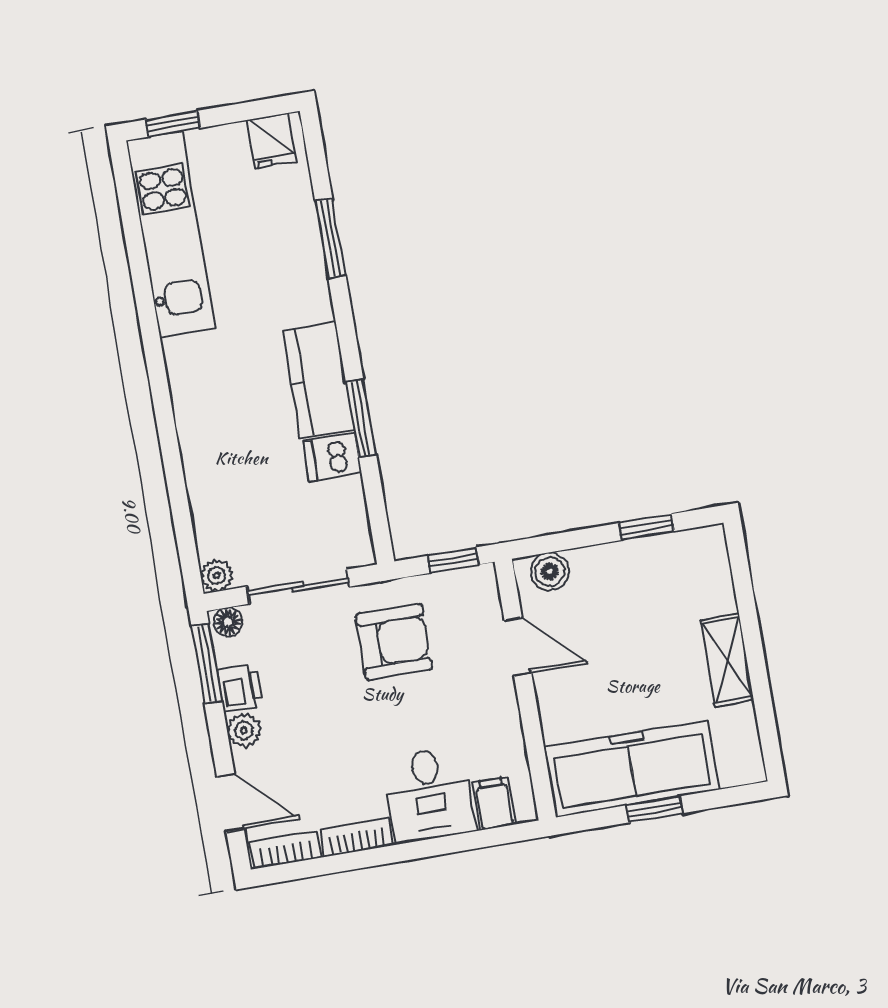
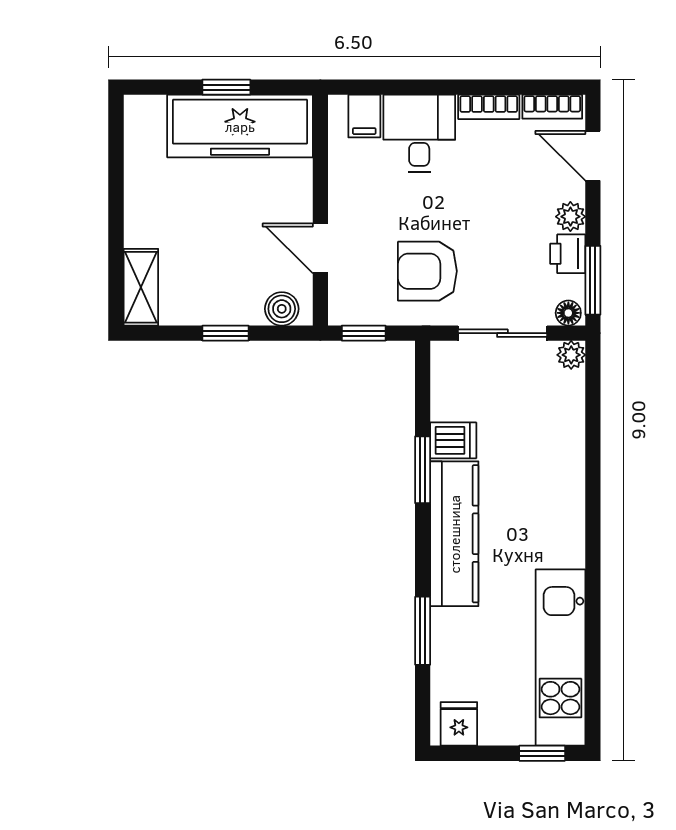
kitchen counter: (318, 380) -> (454, 534), width x1.50
window: (647, 527) -> (226, 333), moved
shelving: (727, 660) -> (141, 287), moved

